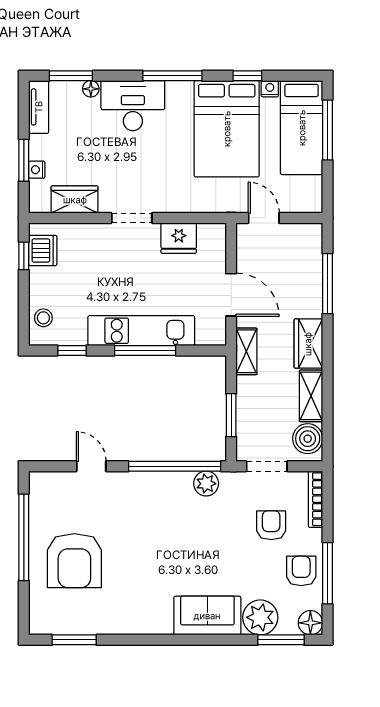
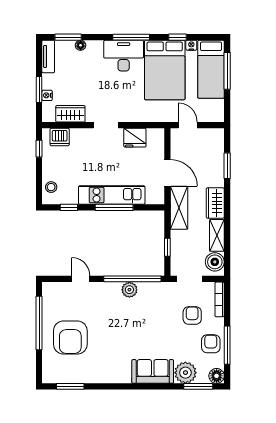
desk: (133, 106) -> (124, 56), moved
dishwasher: (43, 250) -> (60, 137), moved, turned 90
window: (328, 284) -> (227, 166), width x0.69
shelving: (246, 351) -> (179, 208), width x1.50, depth x1.33
window: (231, 415) -> (167, 247), width x0.67
plant: (206, 484) -> (129, 290), moved

